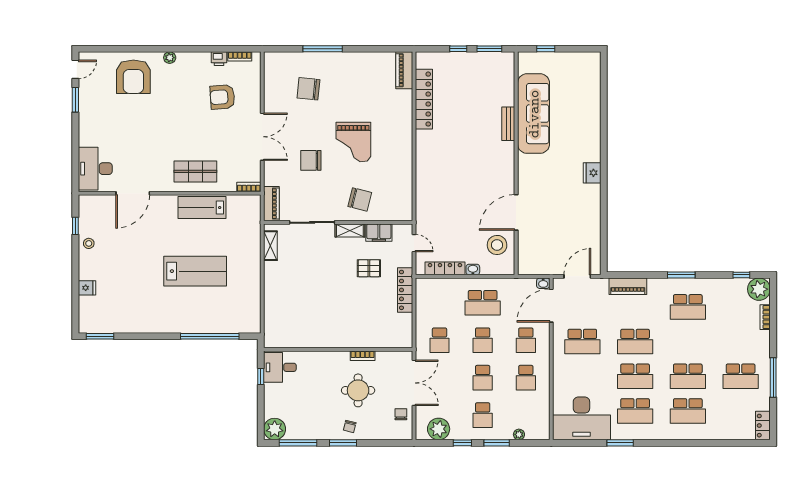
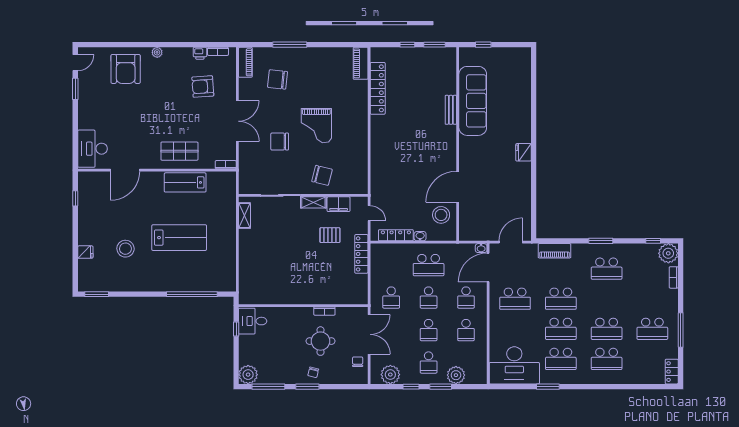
piano: (271, 204) -> (245, 62), moved
stool: (89, 243) -> (125, 249), moved, width x1.89, depth x1.89
plant: (519, 434) -> (456, 375), width x1.88, depth x1.88

